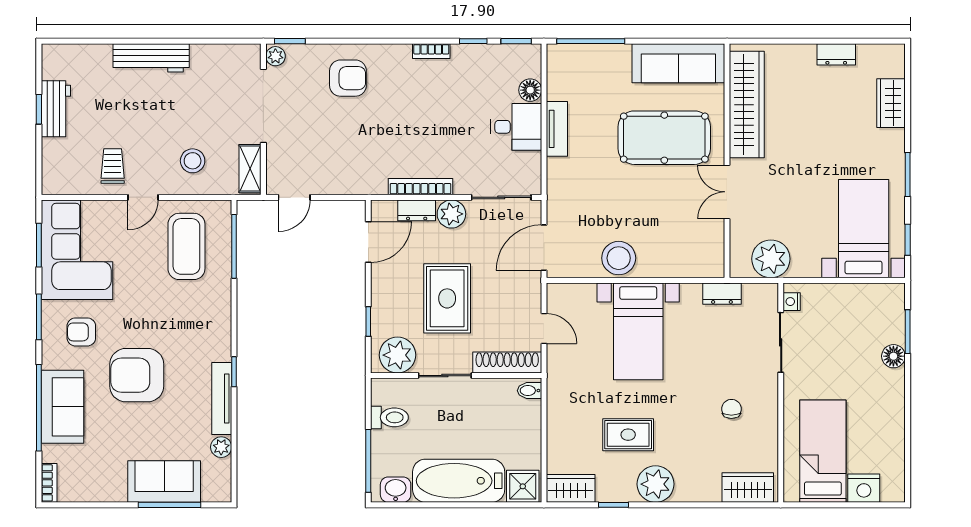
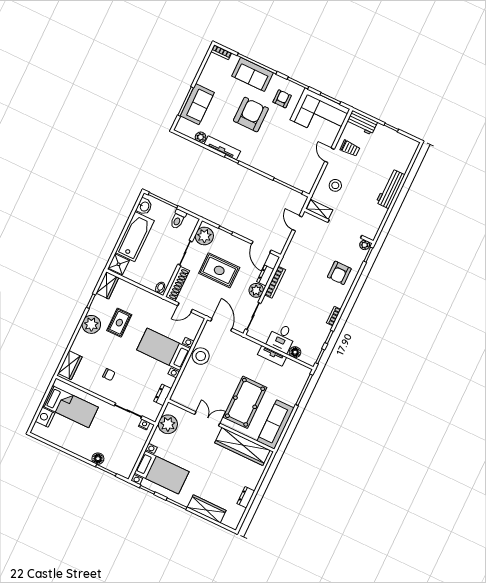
wardrobe: (891, 103) -> (207, 509), width x1.50
workbench: (56, 109) -> (362, 123), moved
coffee table: (186, 246) -> (298, 164), removed

